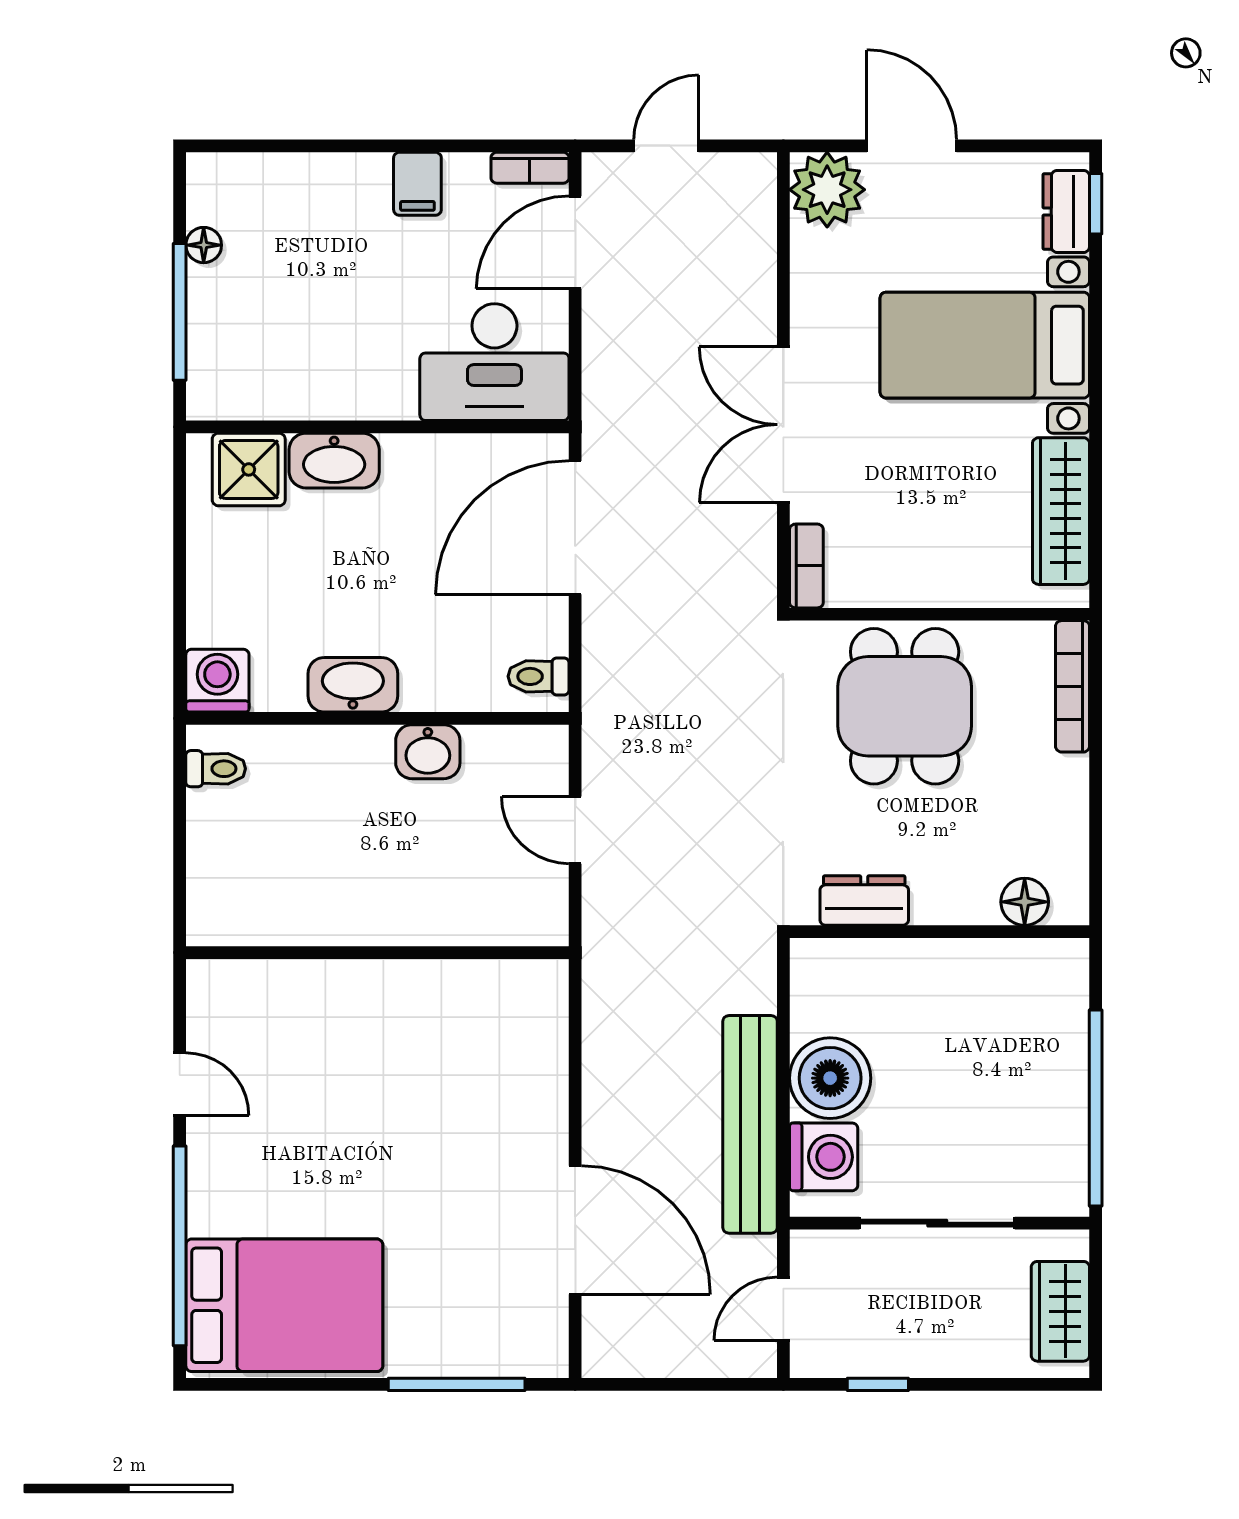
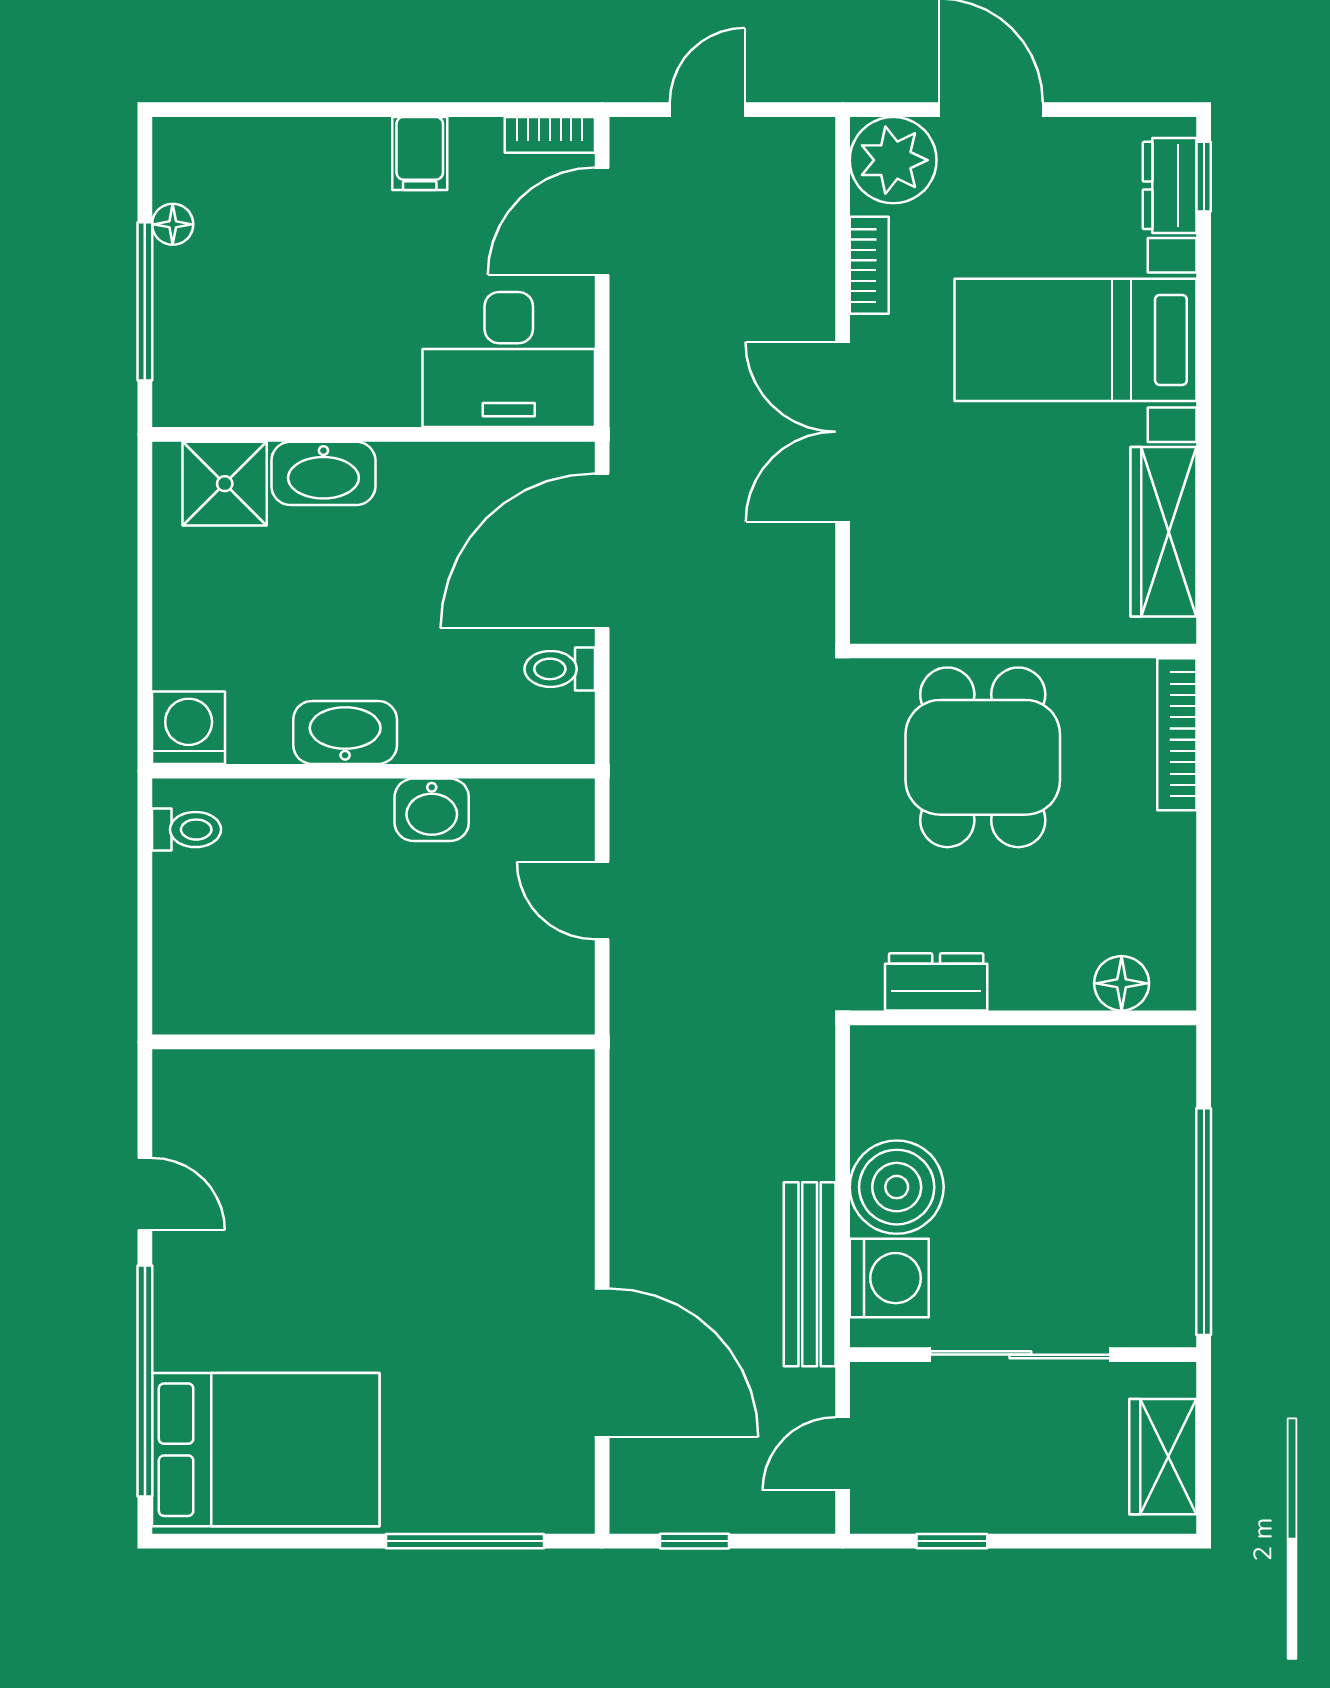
bookcase: (806, 566) -> (869, 265), moved
toilet: (539, 676) -> (560, 669), moved
bench: (750, 1124) -> (810, 1274), width x0.73, depth x0.82
window: (655, 1384) -> (694, 1541), added

